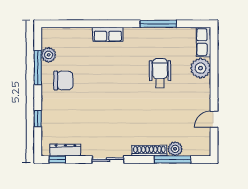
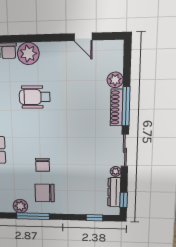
chair: (93, 79) -> (43, 165), added
chair: (63, 80) -> (45, 193), turned -90
window: (38, 119) -> (94, 218), moved
plant: (87, 151) -> (116, 171), added
window: (173, 159) -> (126, 106), moved

